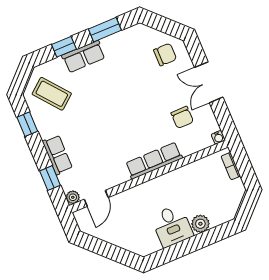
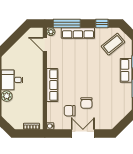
chair: (165, 55) -> (86, 103), moved
row of seats: (57, 155) -> (78, 33), width x1.48
window: (50, 178) -> (67, 24), width x2.17

